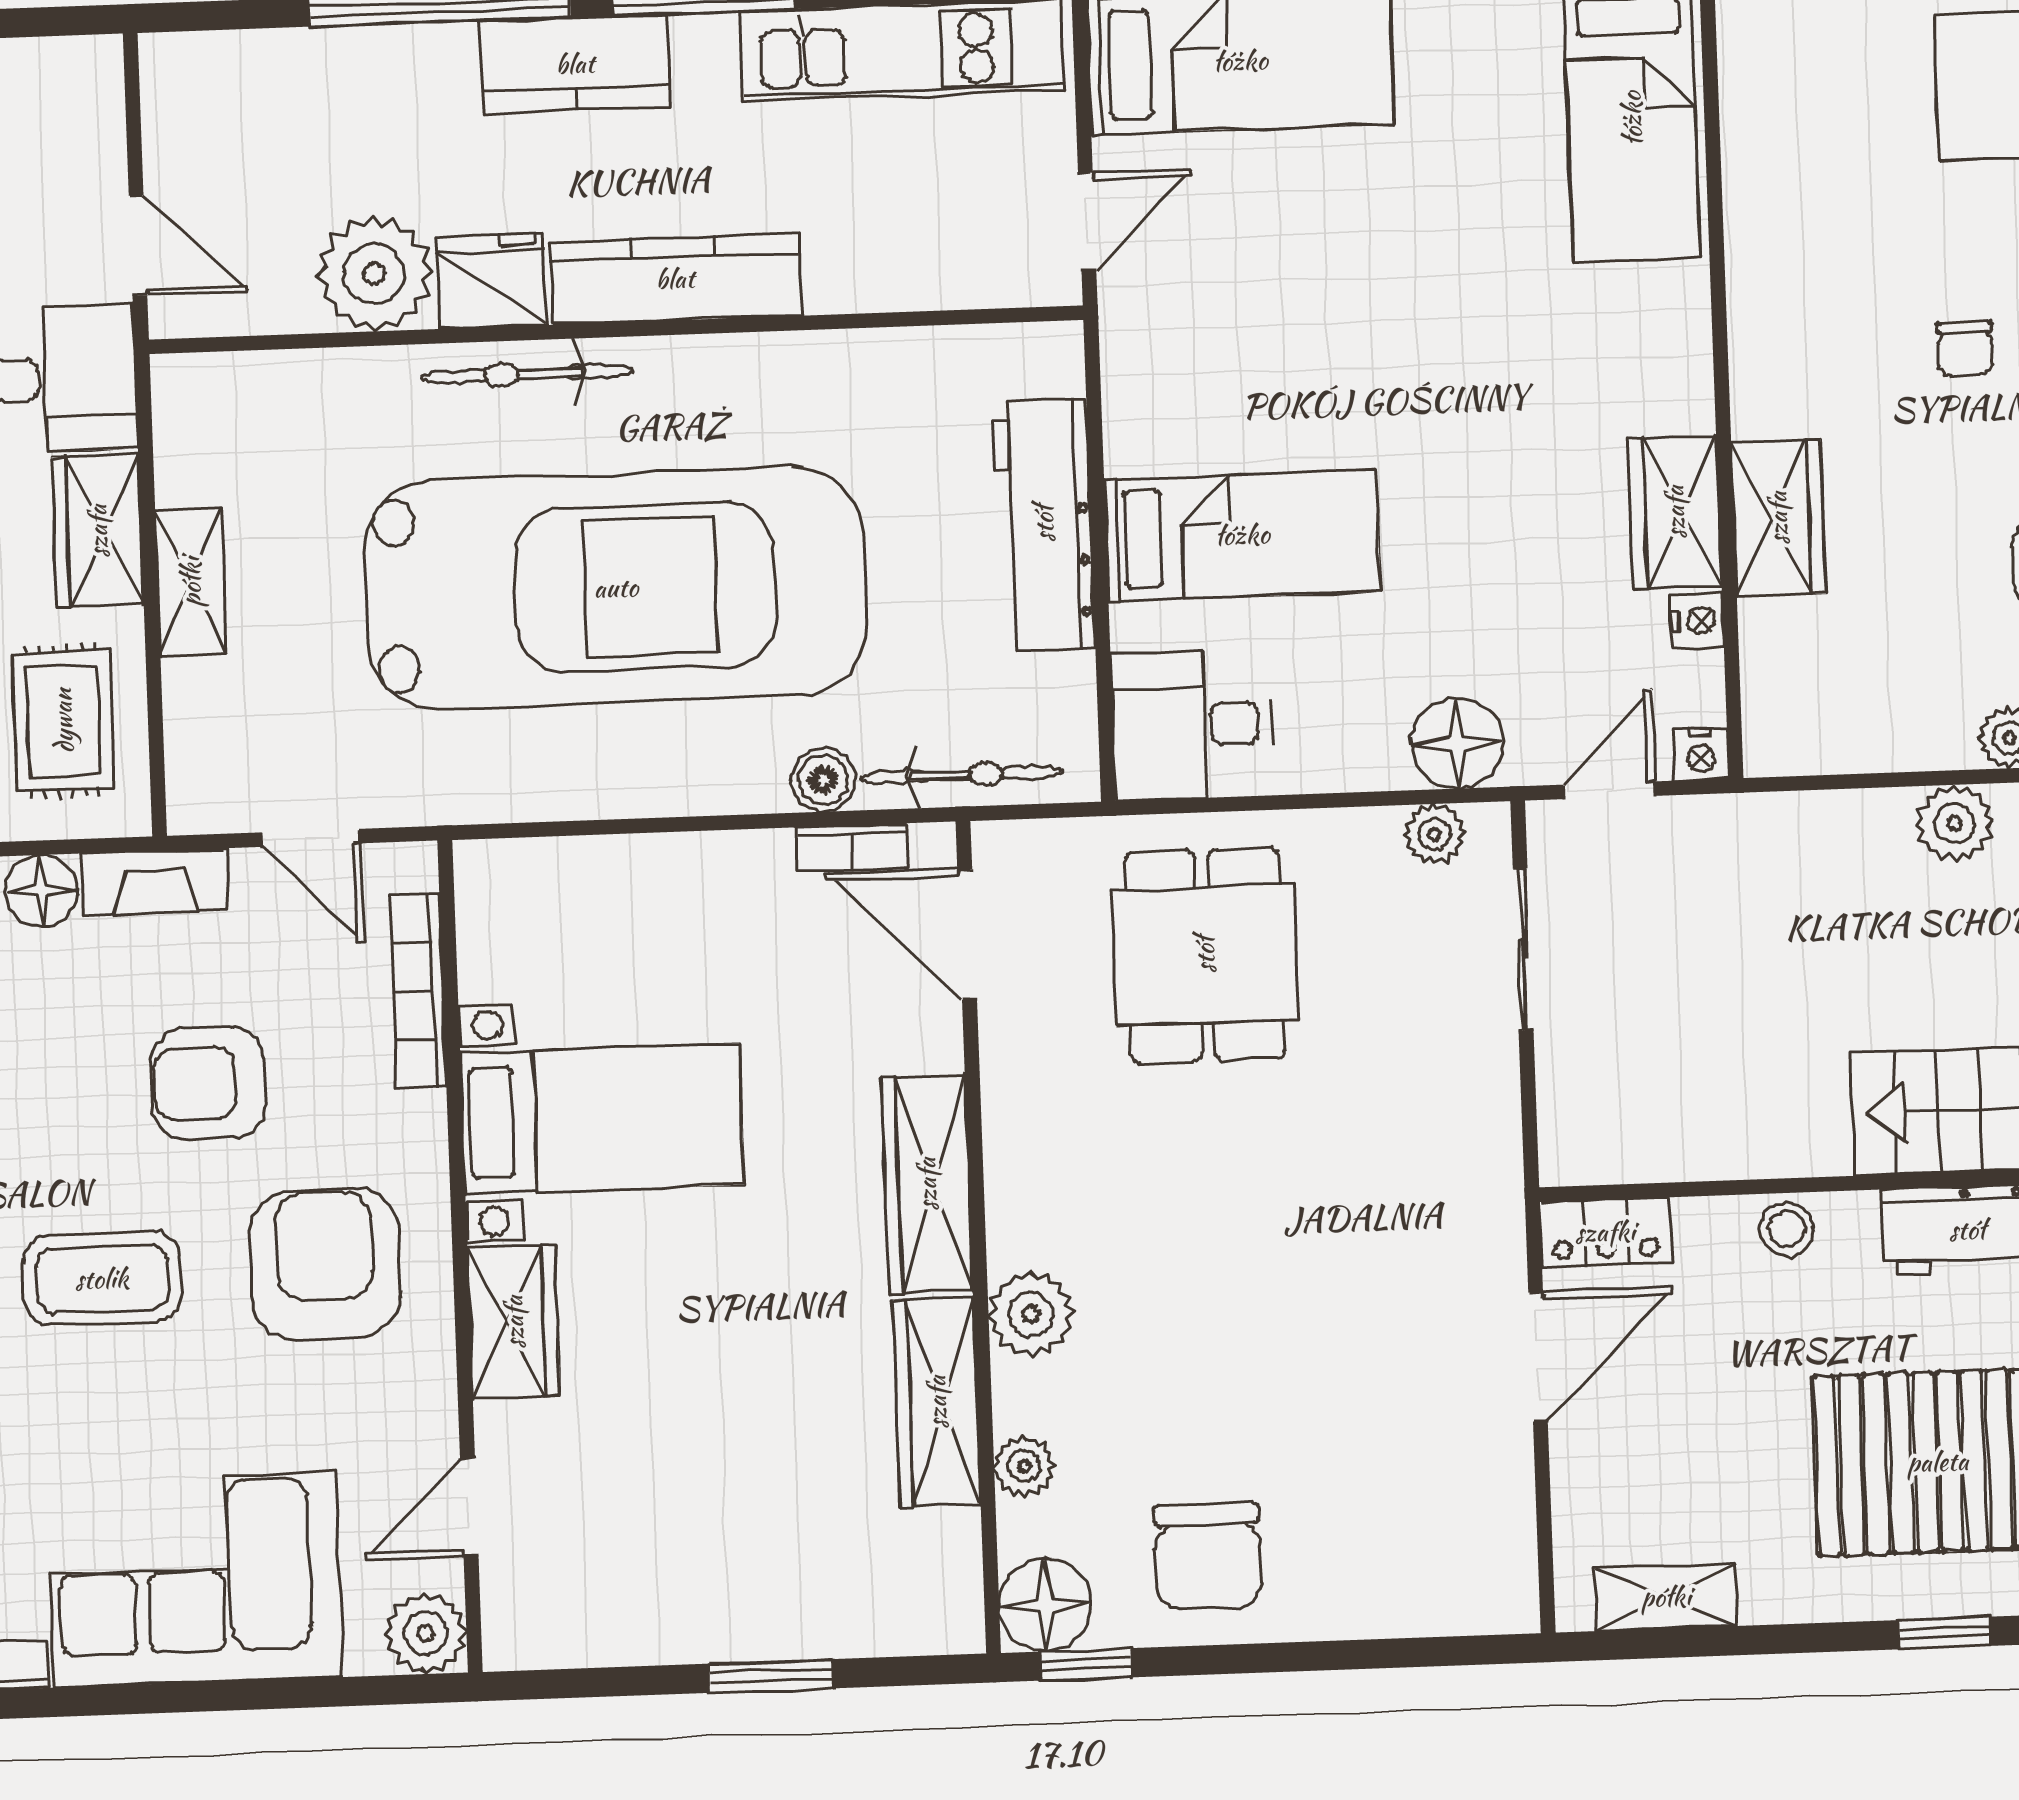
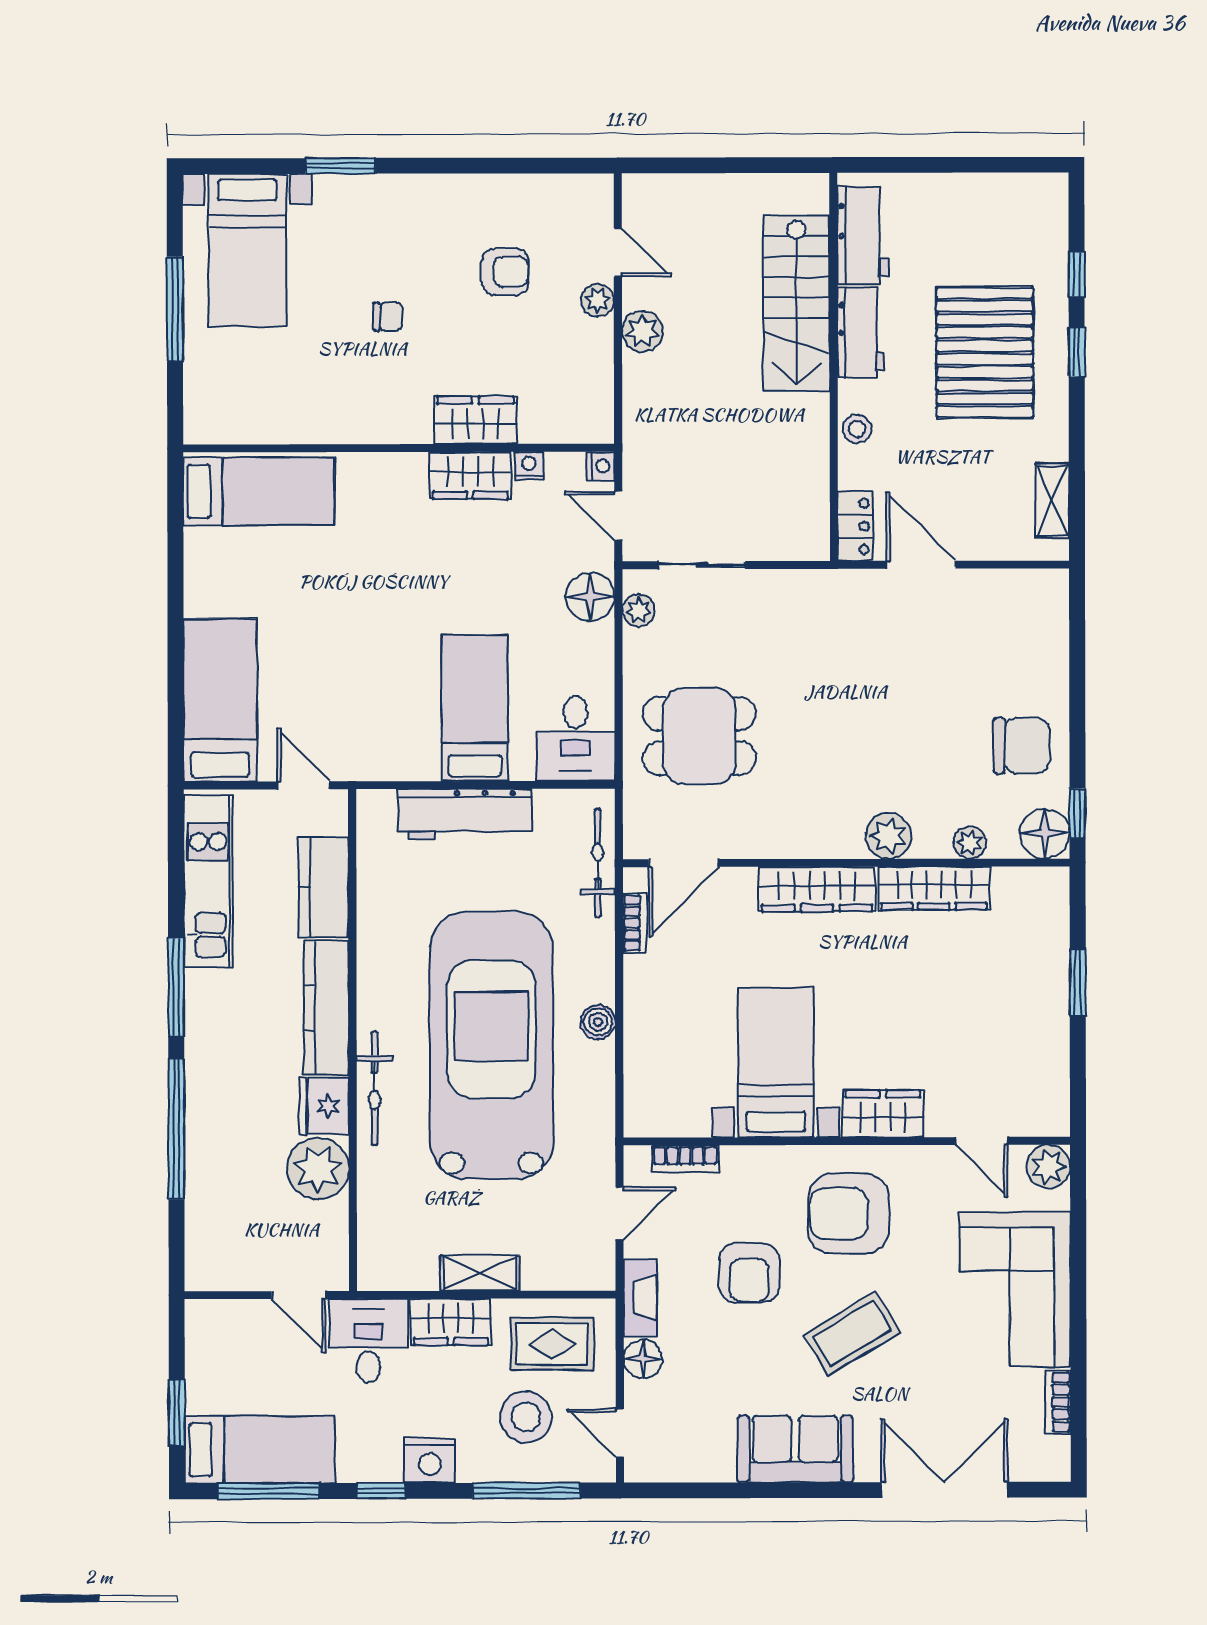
kitchen counter: (575, 64) -> (323, 887), moved, turned 180
door: (138, 245) -> (298, 1295), swing flipped
boiler: (823, 780) -> (598, 1022), moved
bookcase: (418, 991) -> (685, 1159), width x0.64
coffee table: (102, 1279) -> (852, 1334), turned 59

